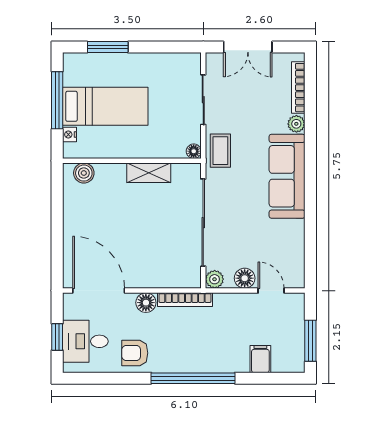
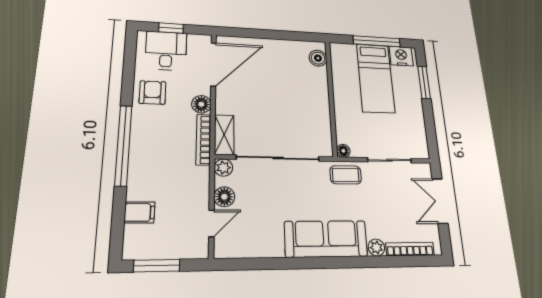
nightstand: (69, 134) -> (401, 56), moved, width x1.89, depth x1.79
shelving: (149, 173) -> (224, 135), moved

